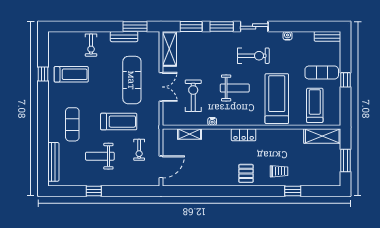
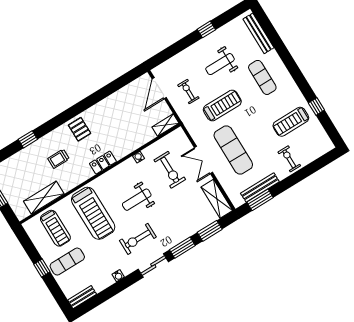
bench: (124, 37) -> (260, 187), width x1.36
treadmill: (119, 122) -> (222, 106), turned 180
shelving: (190, 134) -> (165, 125), moved
shelving: (322, 136) -> (44, 198), moved
weight bench: (100, 156) -> (220, 64), turned 180
trolley: (279, 171) -> (59, 159), moved

